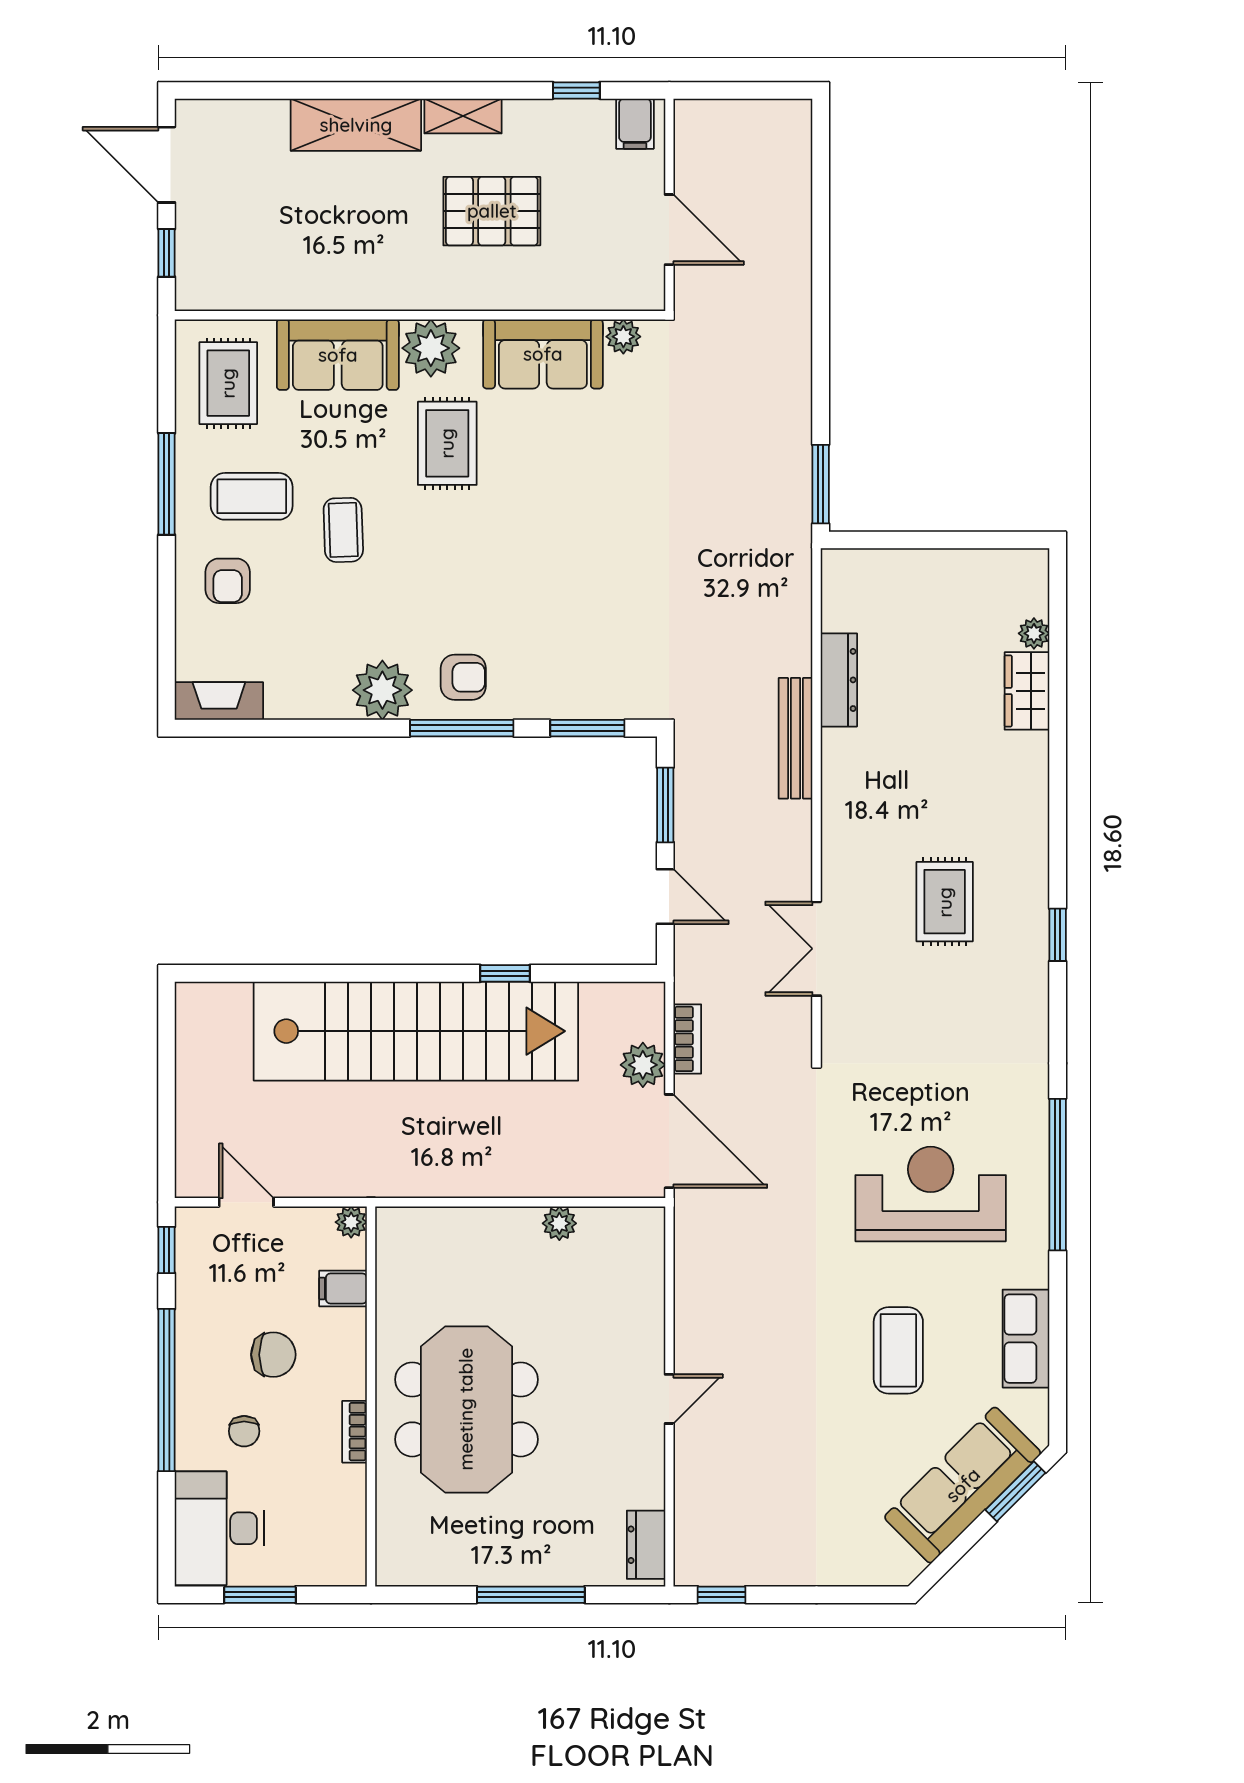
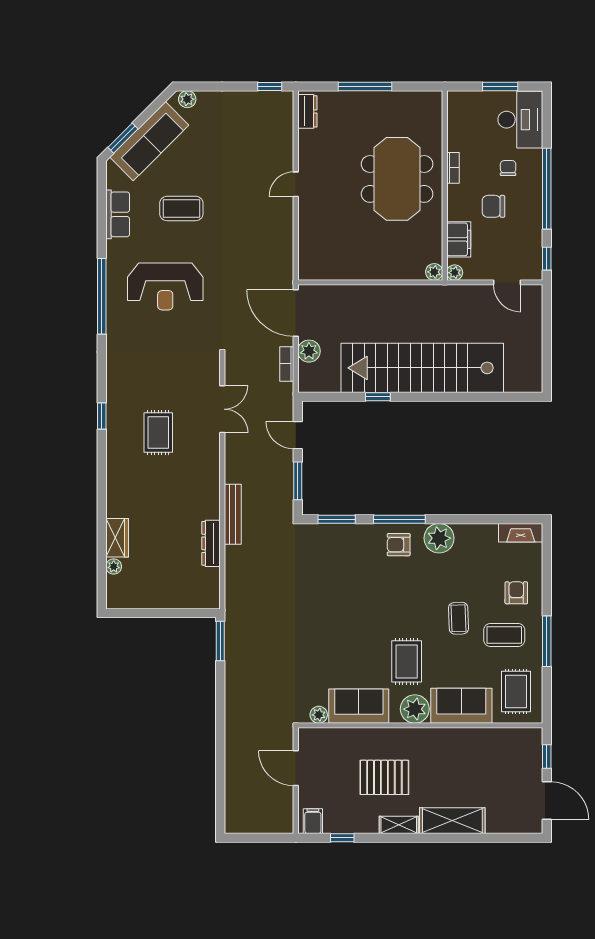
plant: (559, 1223) -> (434, 272), moved
filing cabinet: (343, 1288) -> (459, 239), width x2.00
coffee table: (898, 1350) -> (181, 208), turned 90
plant: (887, 1569) -> (187, 99), added

